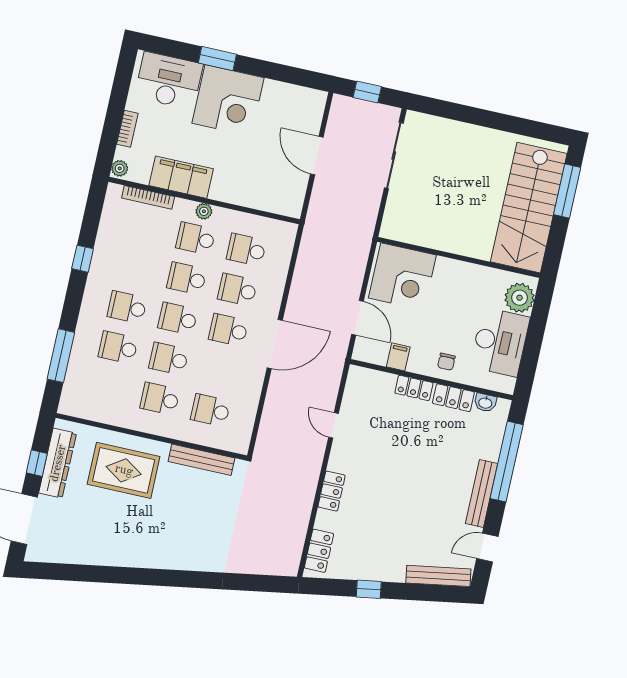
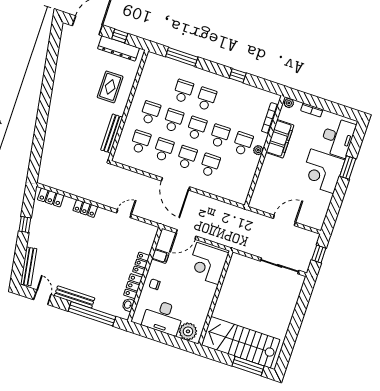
school desk: (246, 250) -> (164, 150), moved
rug: (124, 470) -> (110, 87), width x0.73, depth x0.70

